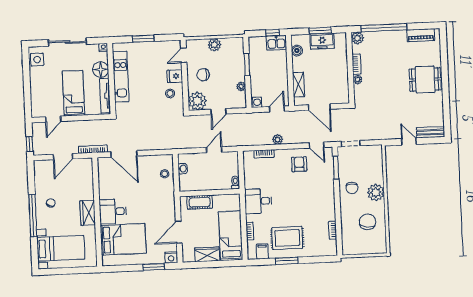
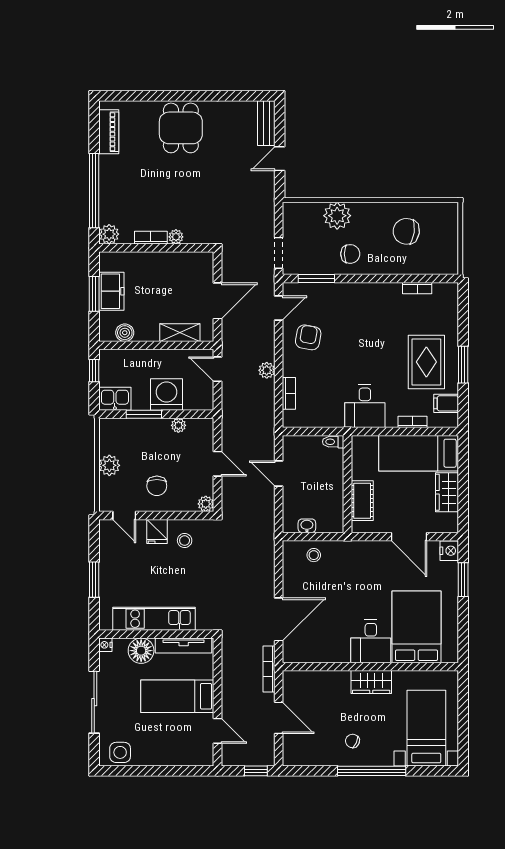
kitchen sink: (276, 43) -> (115, 399), moved, turned -90
plant: (197, 101) -> (206, 504), width x0.53, depth x0.53
washing machine: (256, 102) -> (166, 395), moved, width x1.89, depth x1.89
armchair: (299, 164) -> (308, 337), turned 100
plant: (376, 192) -> (337, 216), moved

